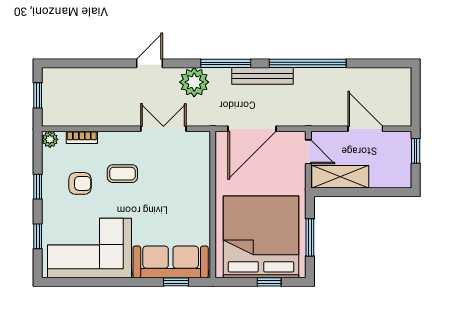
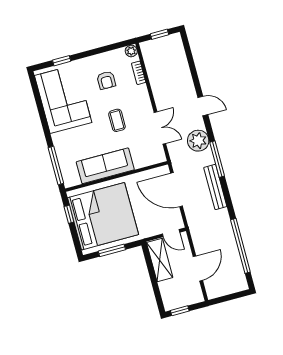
window: (308, 63) -> (240, 246), moved
window: (416, 151) -> (180, 311), moved
door: (308, 152) -> (171, 233), hinge flipped
coffee table: (122, 174) -> (117, 120), moved
window: (38, 187) -> (96, 51), removed
sofa: (171, 262) -> (105, 166), moved, turned -90
window: (176, 282) -> (56, 165), width x2.17
window: (269, 282) -> (69, 214), moved

